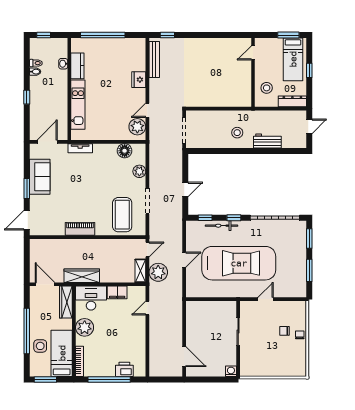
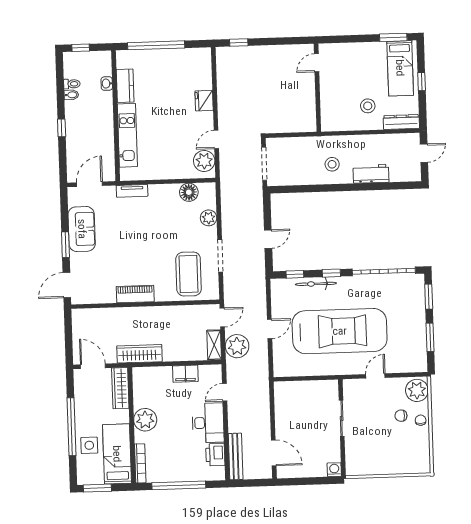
door: (253, 53) -> (317, 63), moved
bench: (154, 60) -> (236, 456), moved
wall: (253, 72) -> (317, 88), moved
desk: (91, 298) -> (208, 423), moved, turned 90
plant: (298, 312) -> (417, 390), added
printer: (124, 369) -> (215, 455), moved, turned -90

